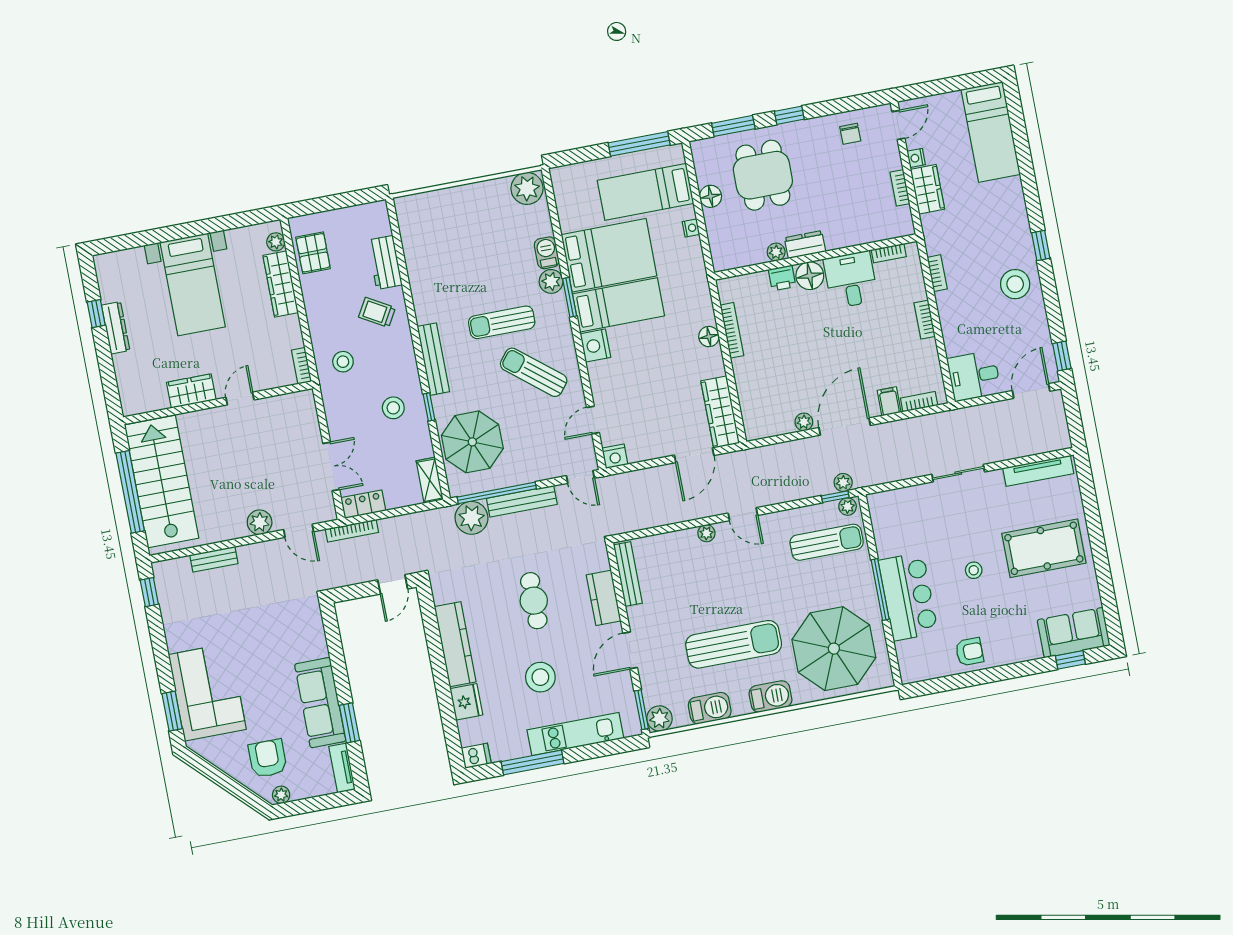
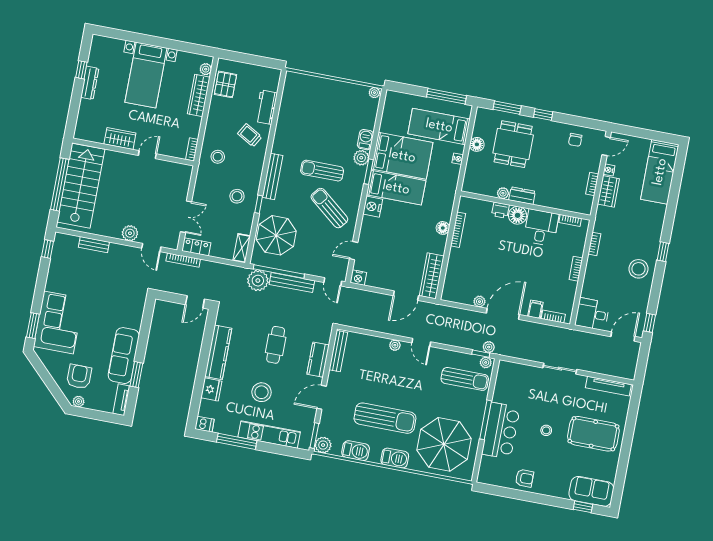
plant: (527, 188) -> (374, 93), width x0.53, depth x0.53

